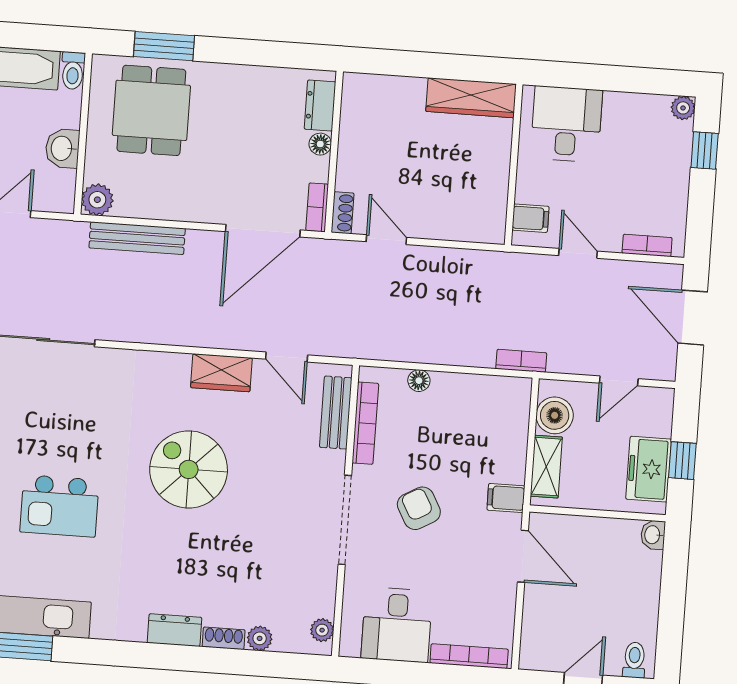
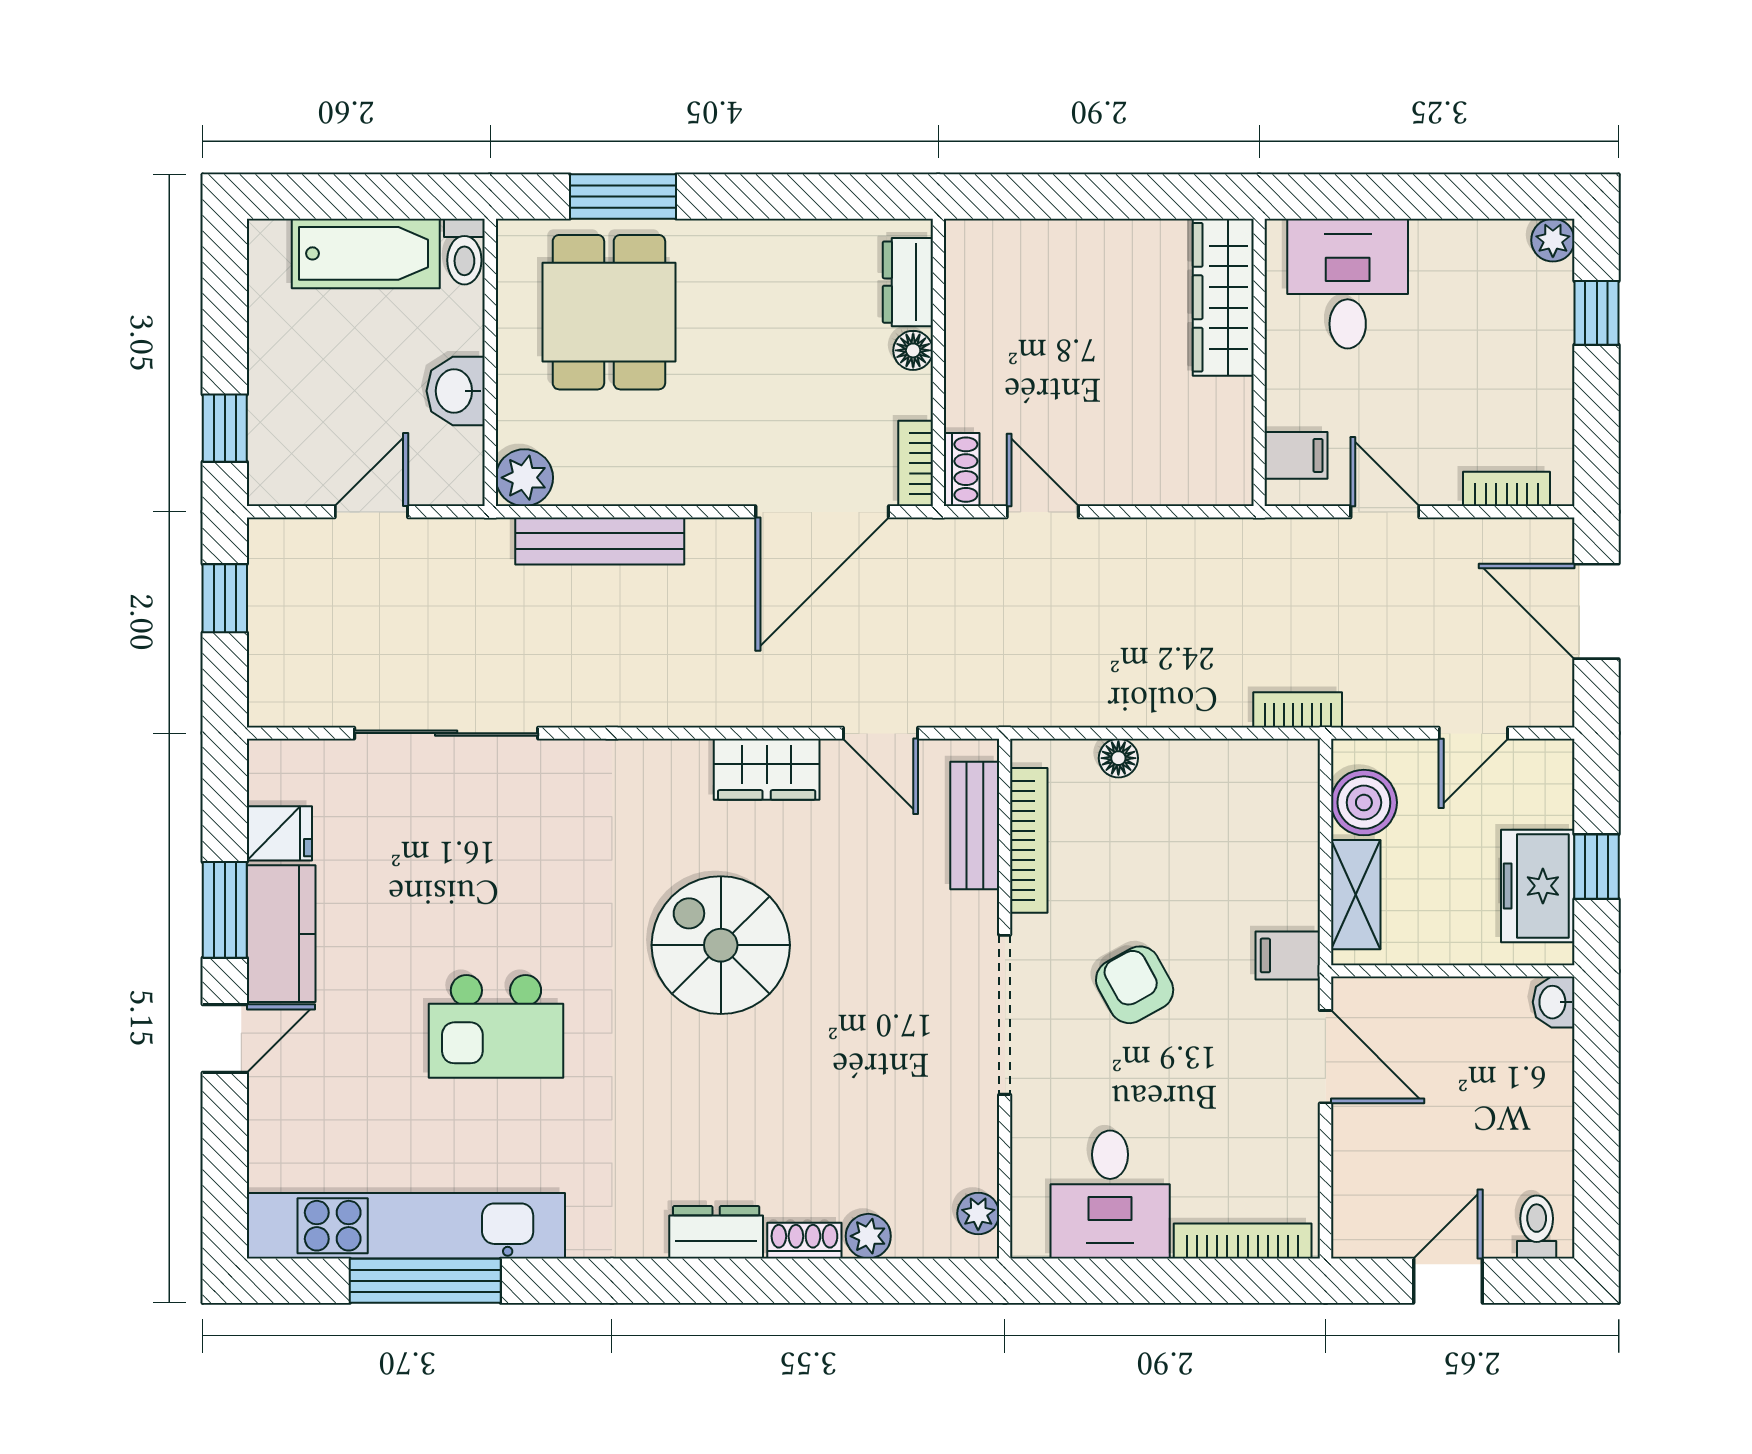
wardrobe: (471, 98) -> (1223, 297), moved, turned 90

